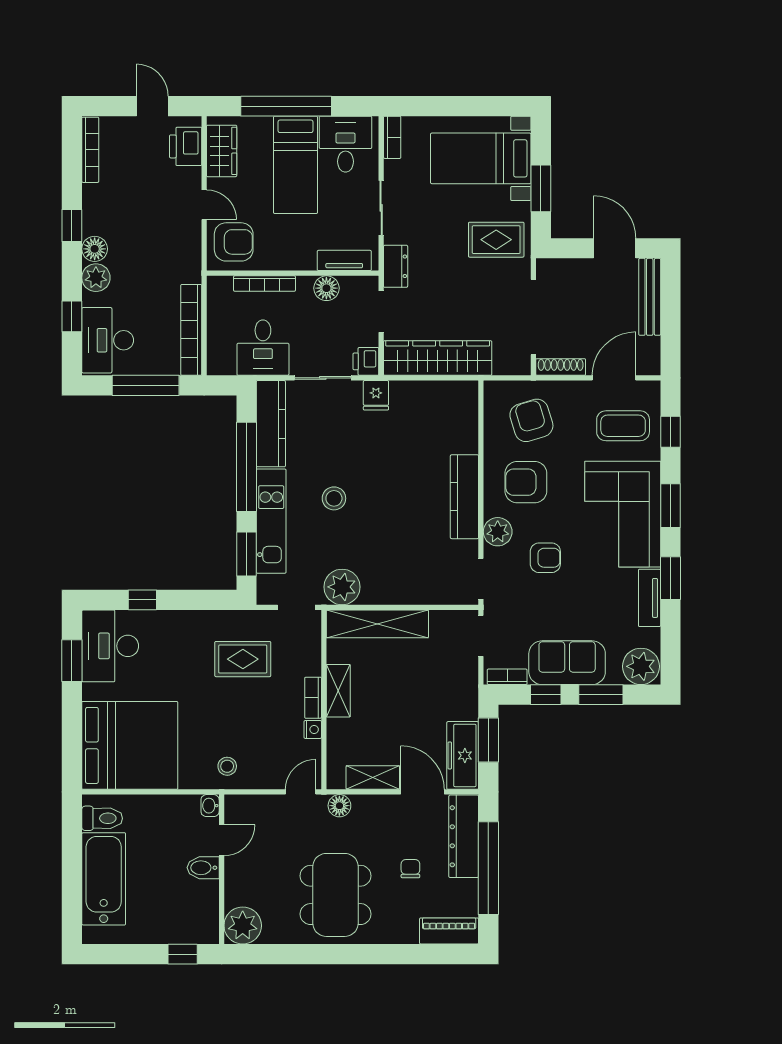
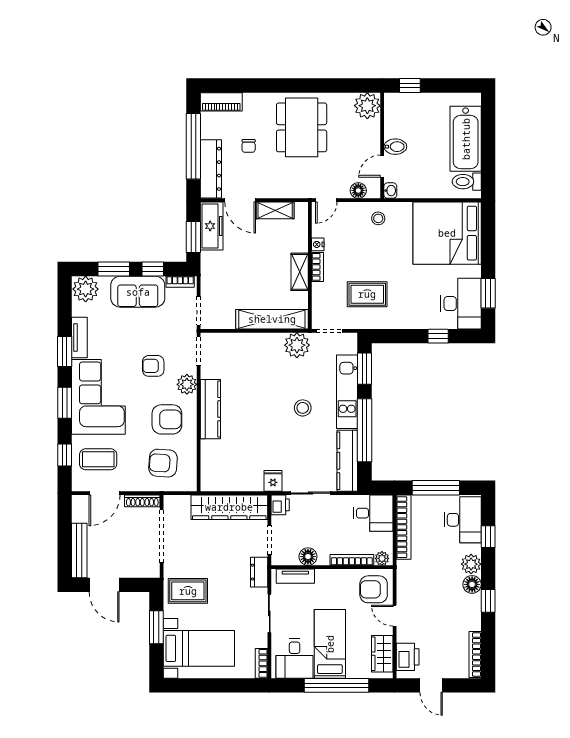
plant: (222, 286) -> (382, 558), added
desk: (263, 348) -> (373, 513), moved, turned 90
armchair: (531, 420) -> (163, 463), turned 111
floor lamp: (339, 806) -> (358, 190), moved

